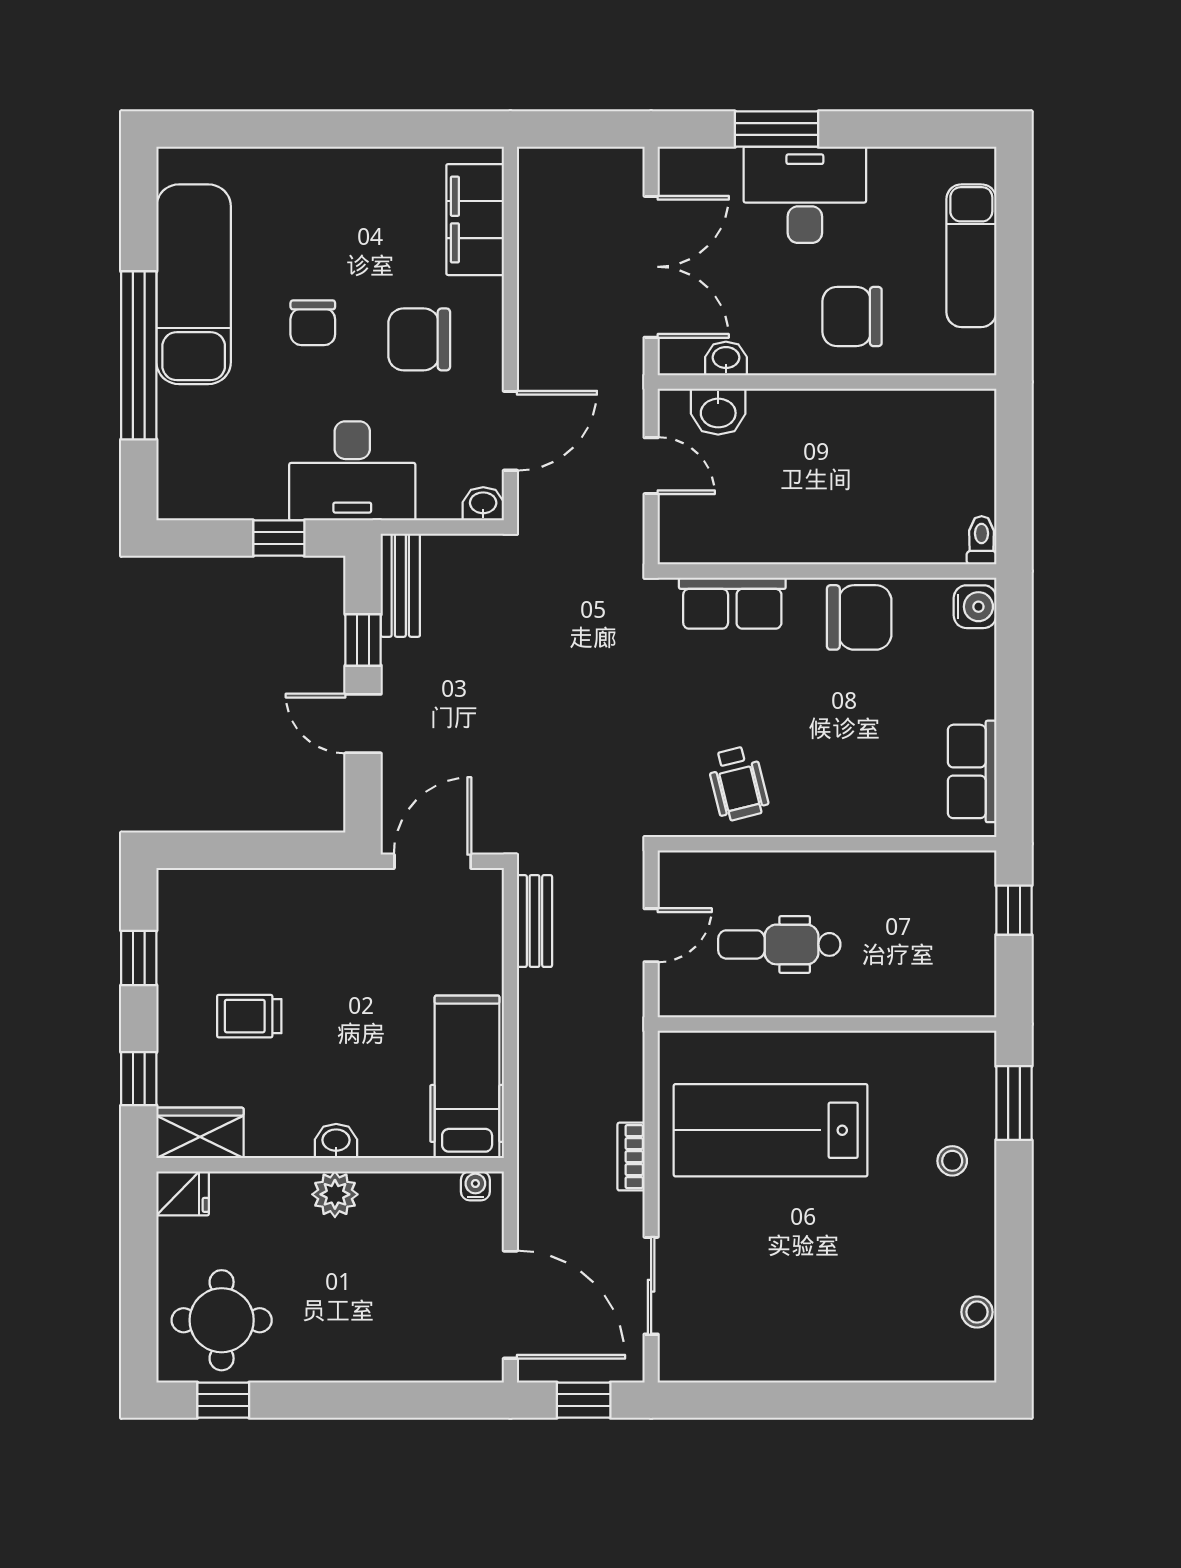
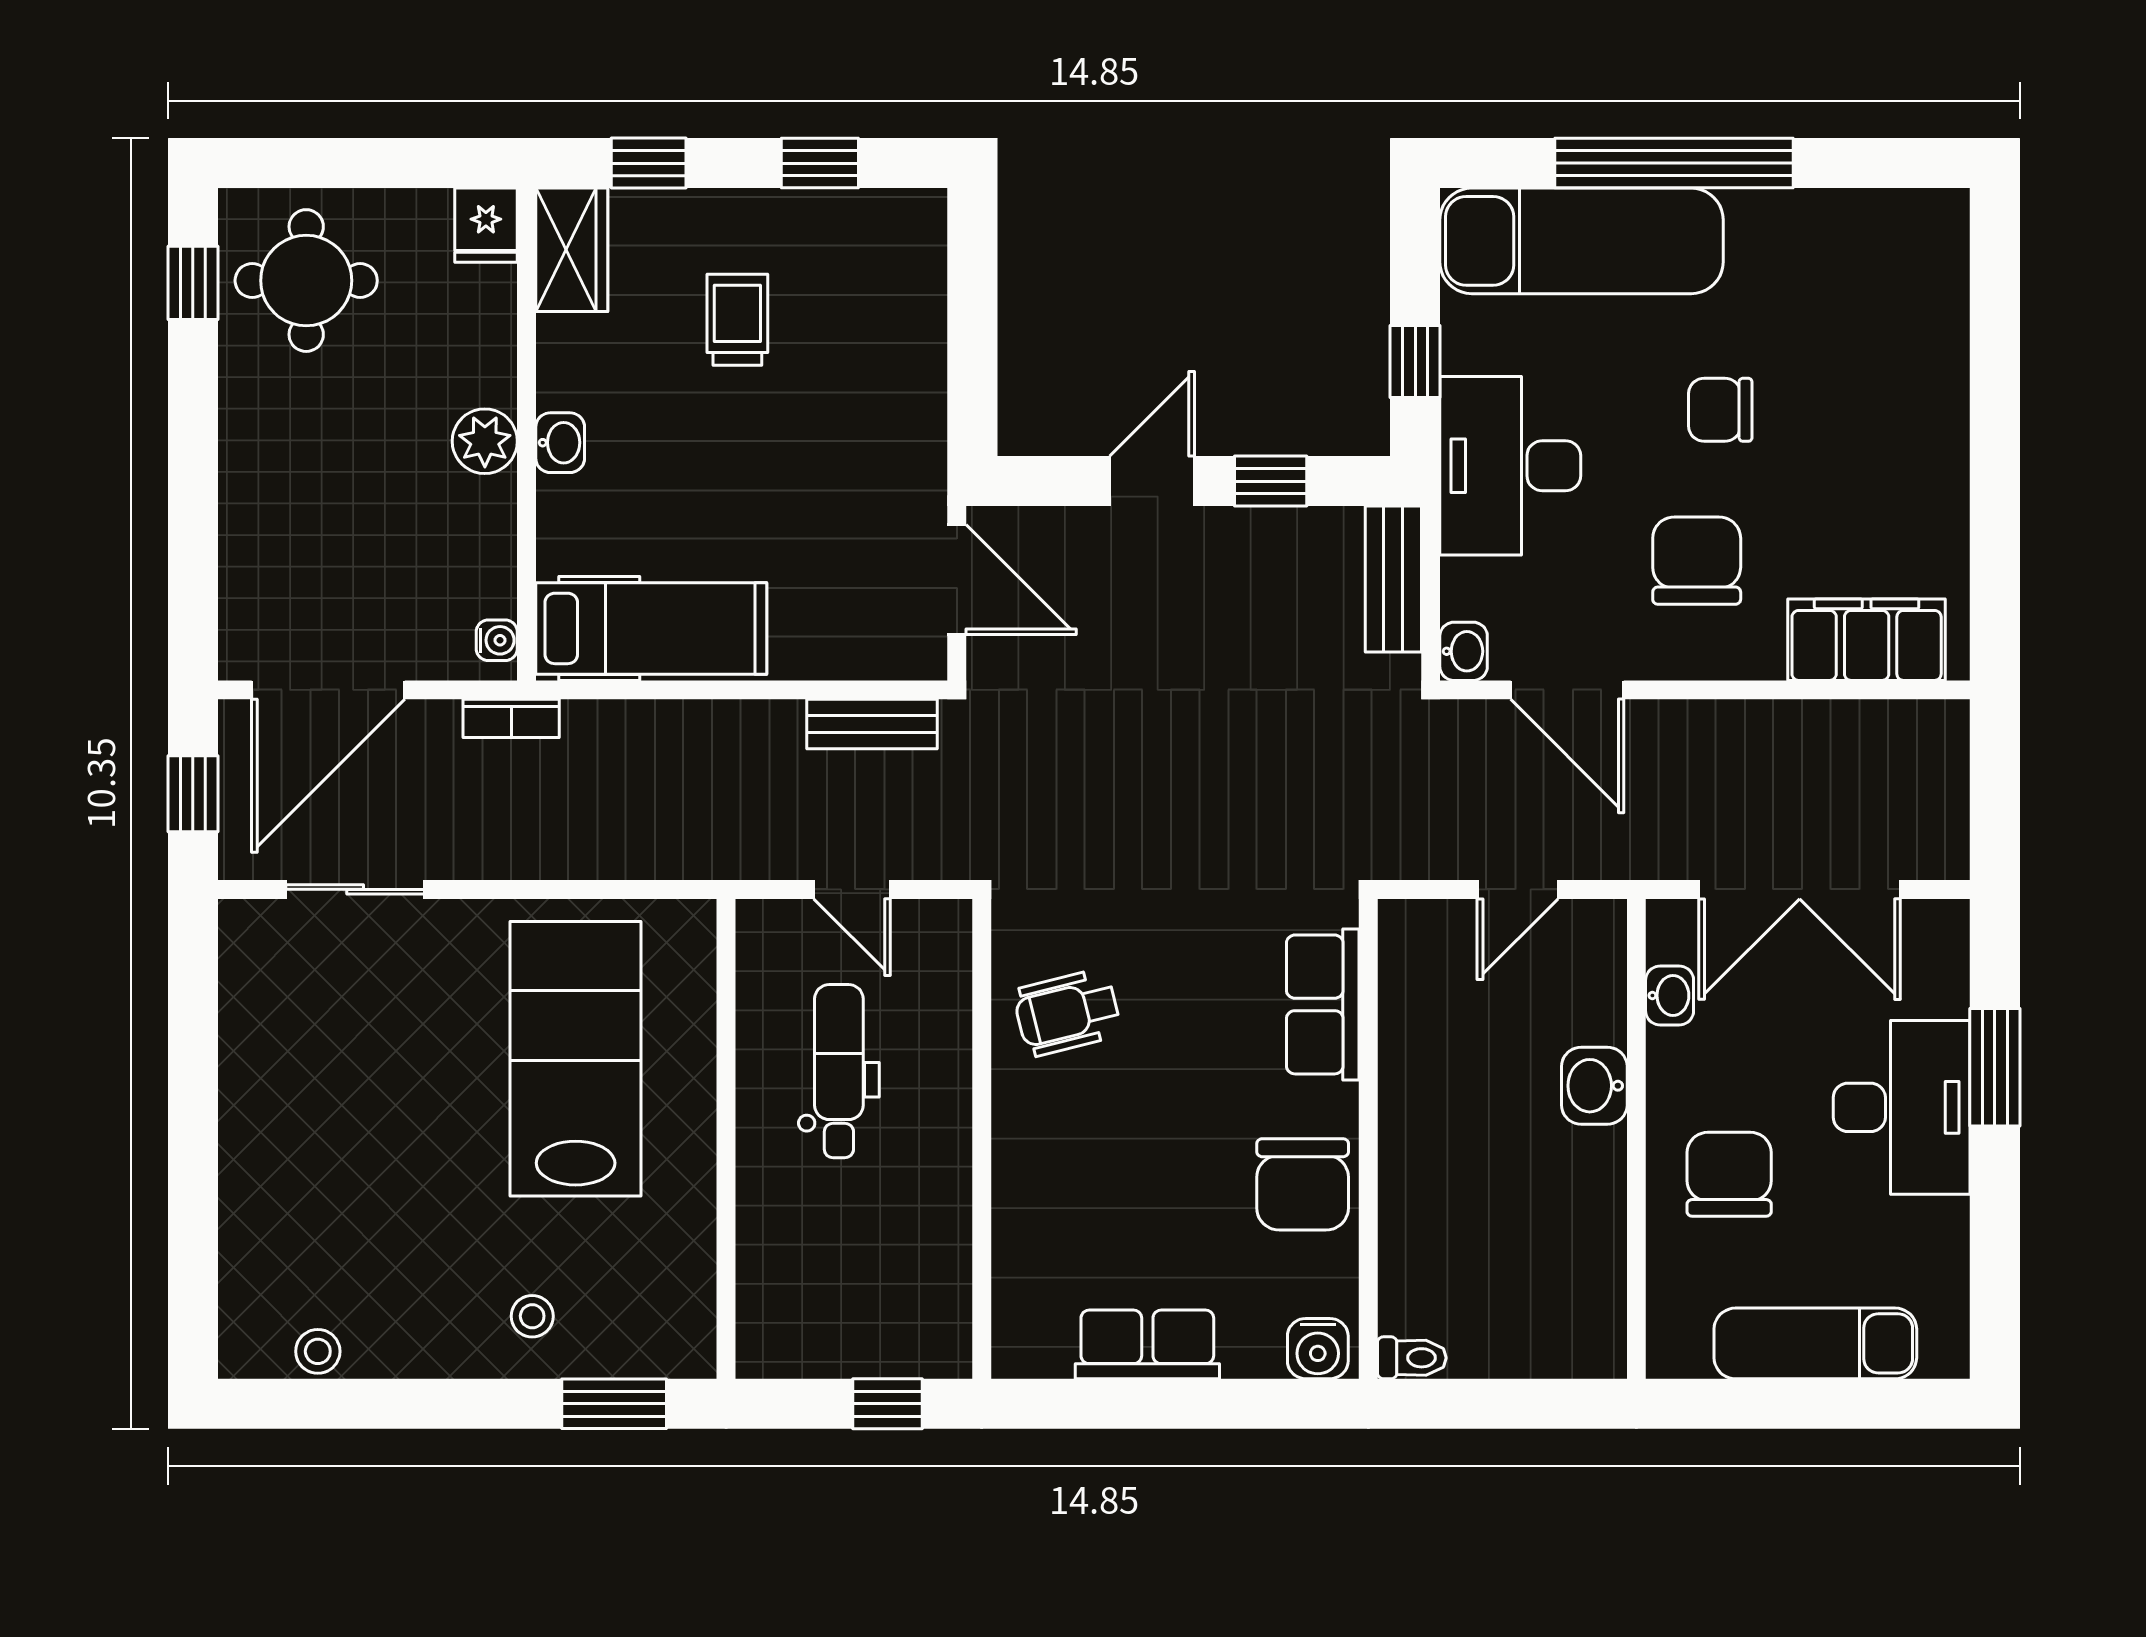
exam couch: (194, 284) -> (1581, 241), moved
washbasin: (718, 412) -> (1594, 1086), moved
bench: (400, 585) -> (1393, 579), moved, turned 90
row of seats: (972, 771) -> (1147, 1344), moved
bookcase: (631, 1157) -> (511, 718), moved, turned 180

